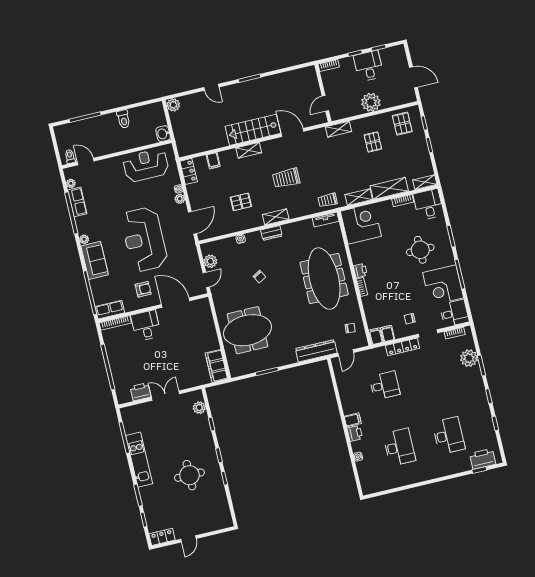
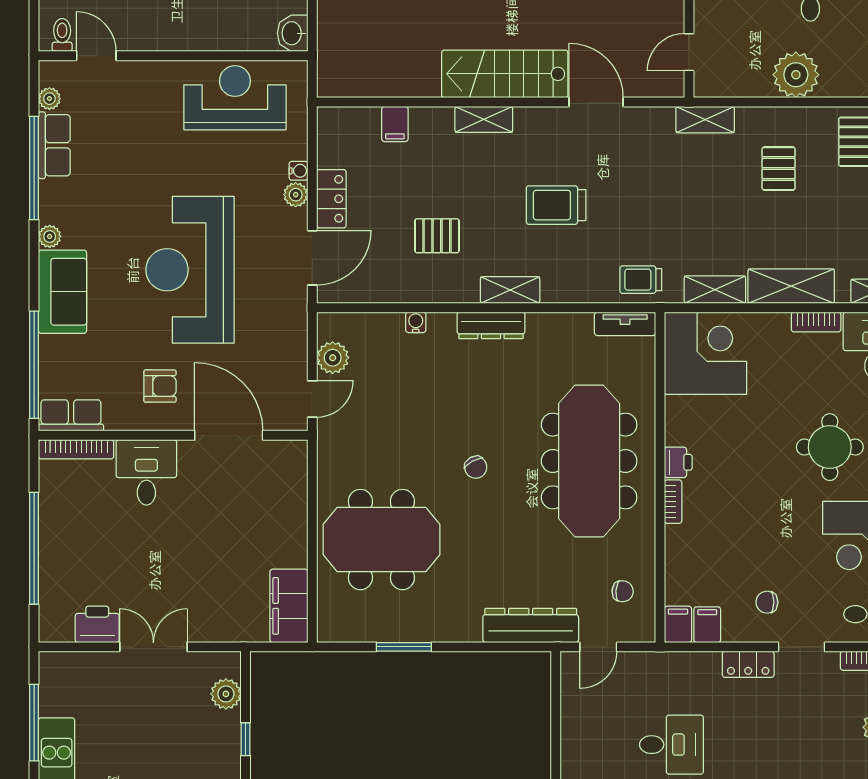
locker: (189, 171) -> (331, 199), moved
dresser: (271, 233) -> (491, 325), width x1.44
chair: (259, 277) -> (476, 467), moved
locker: (402, 347) -> (748, 664), width x0.66

